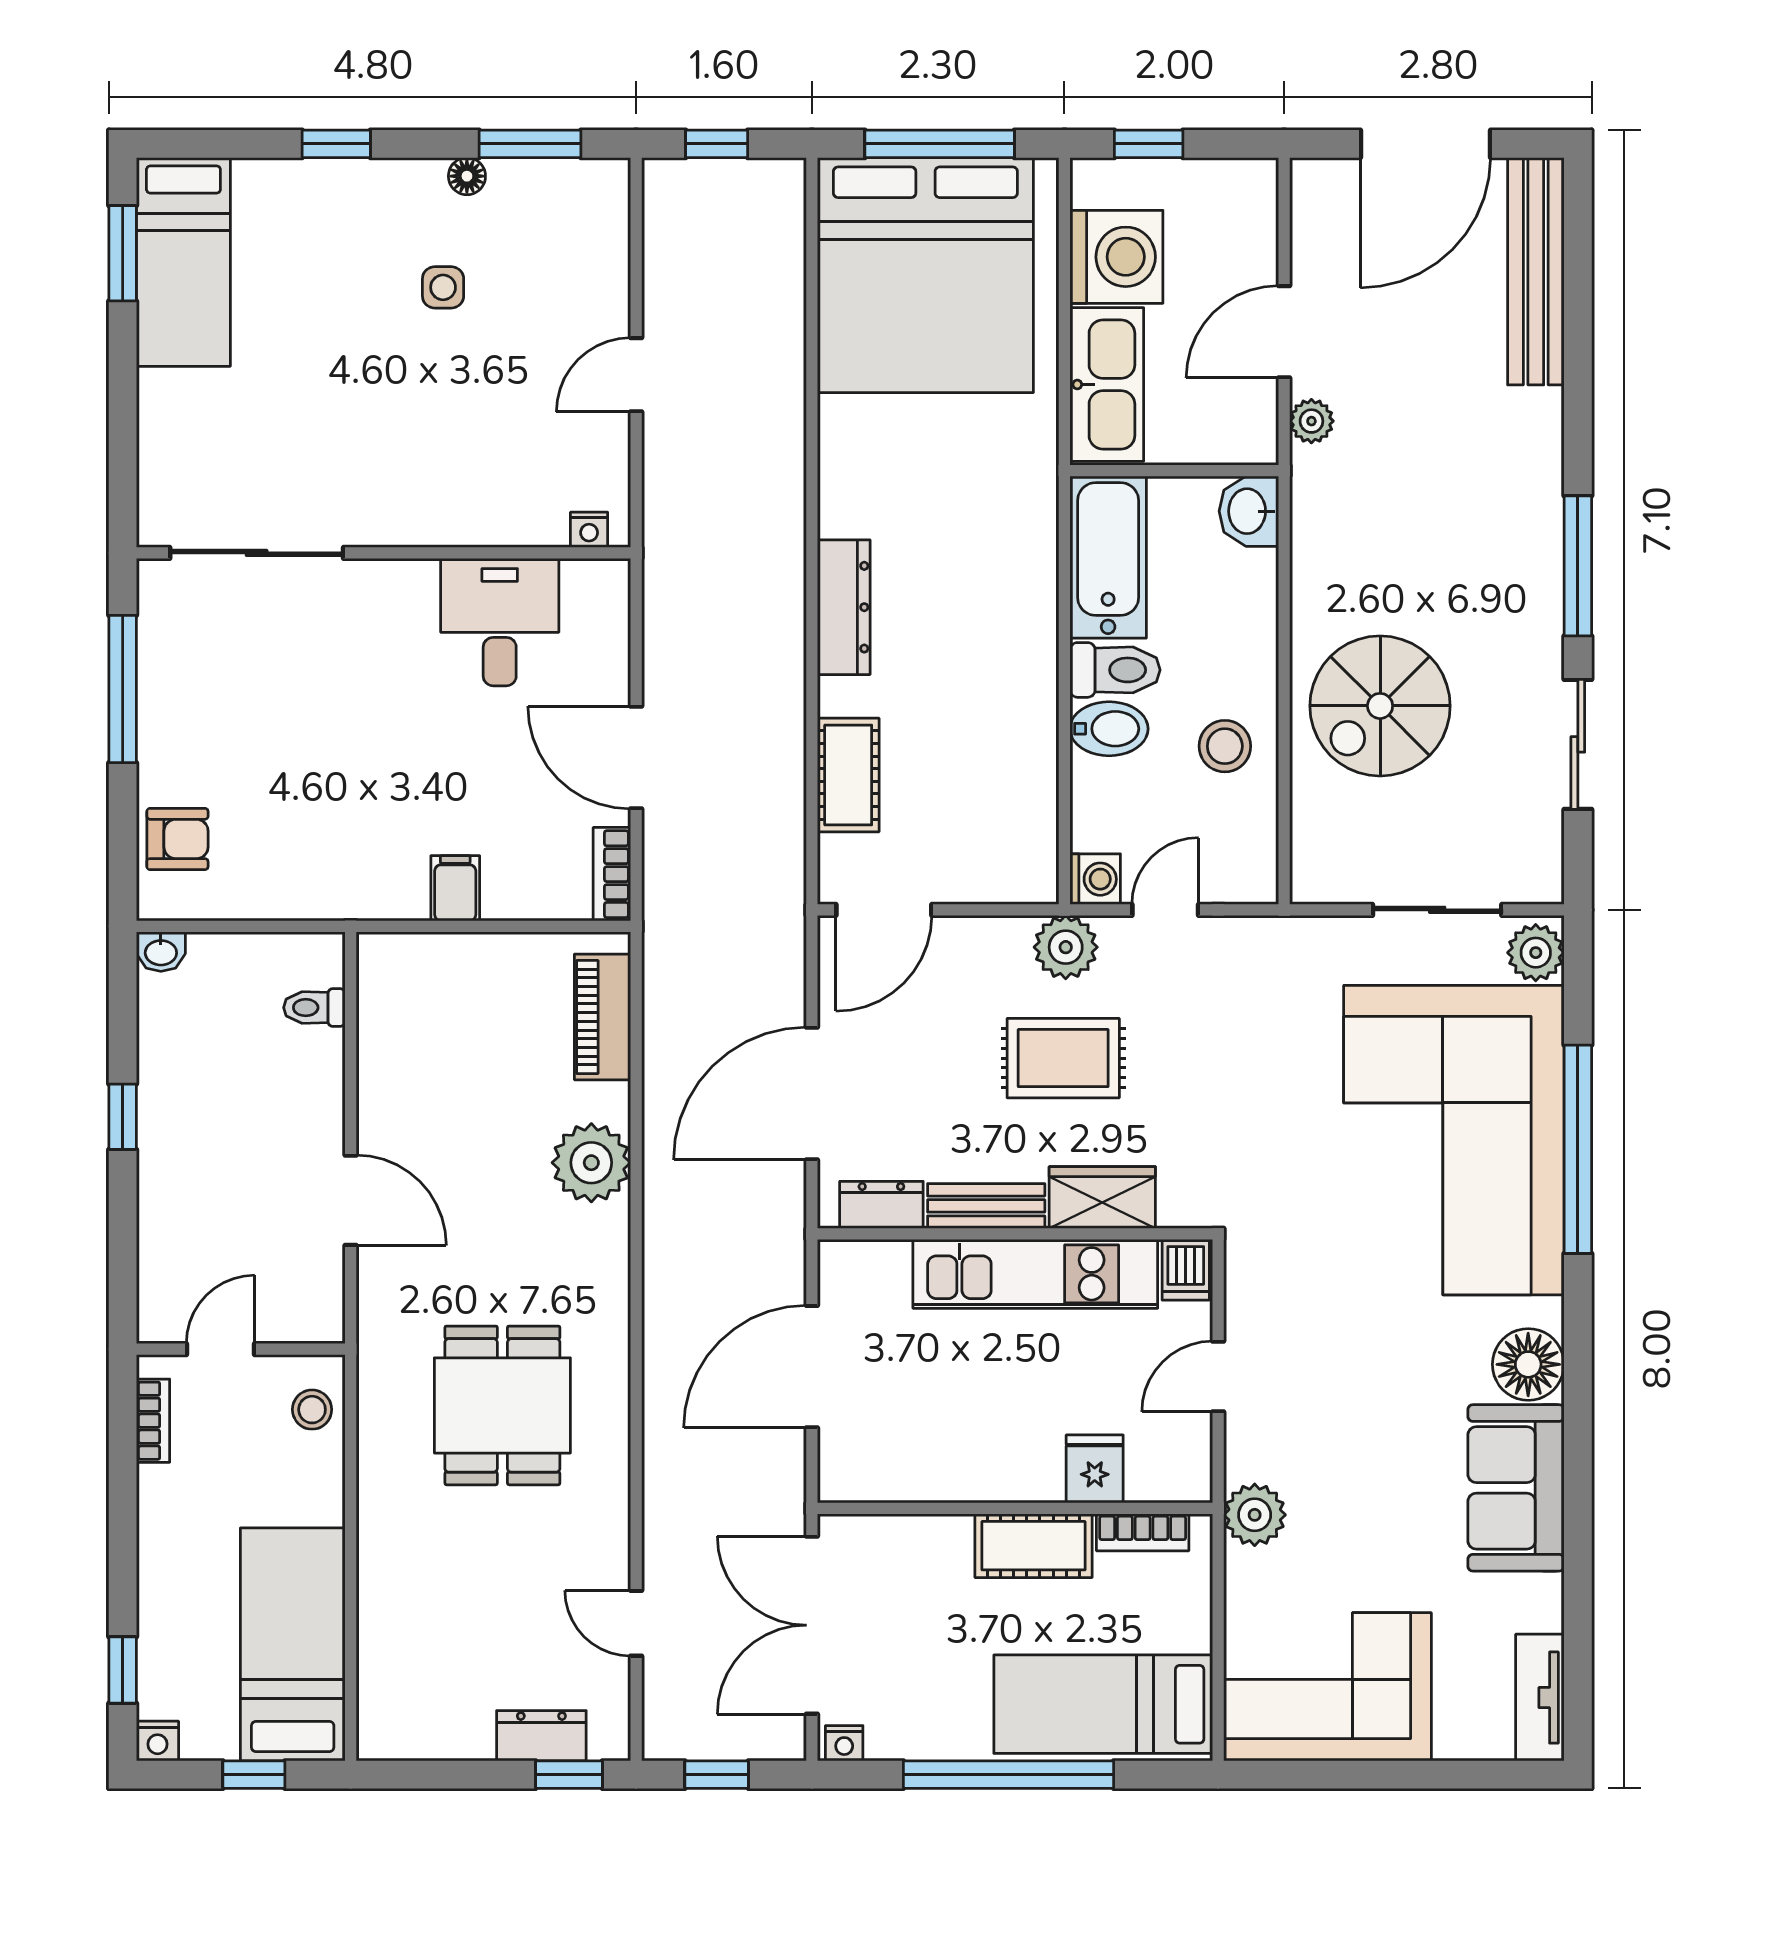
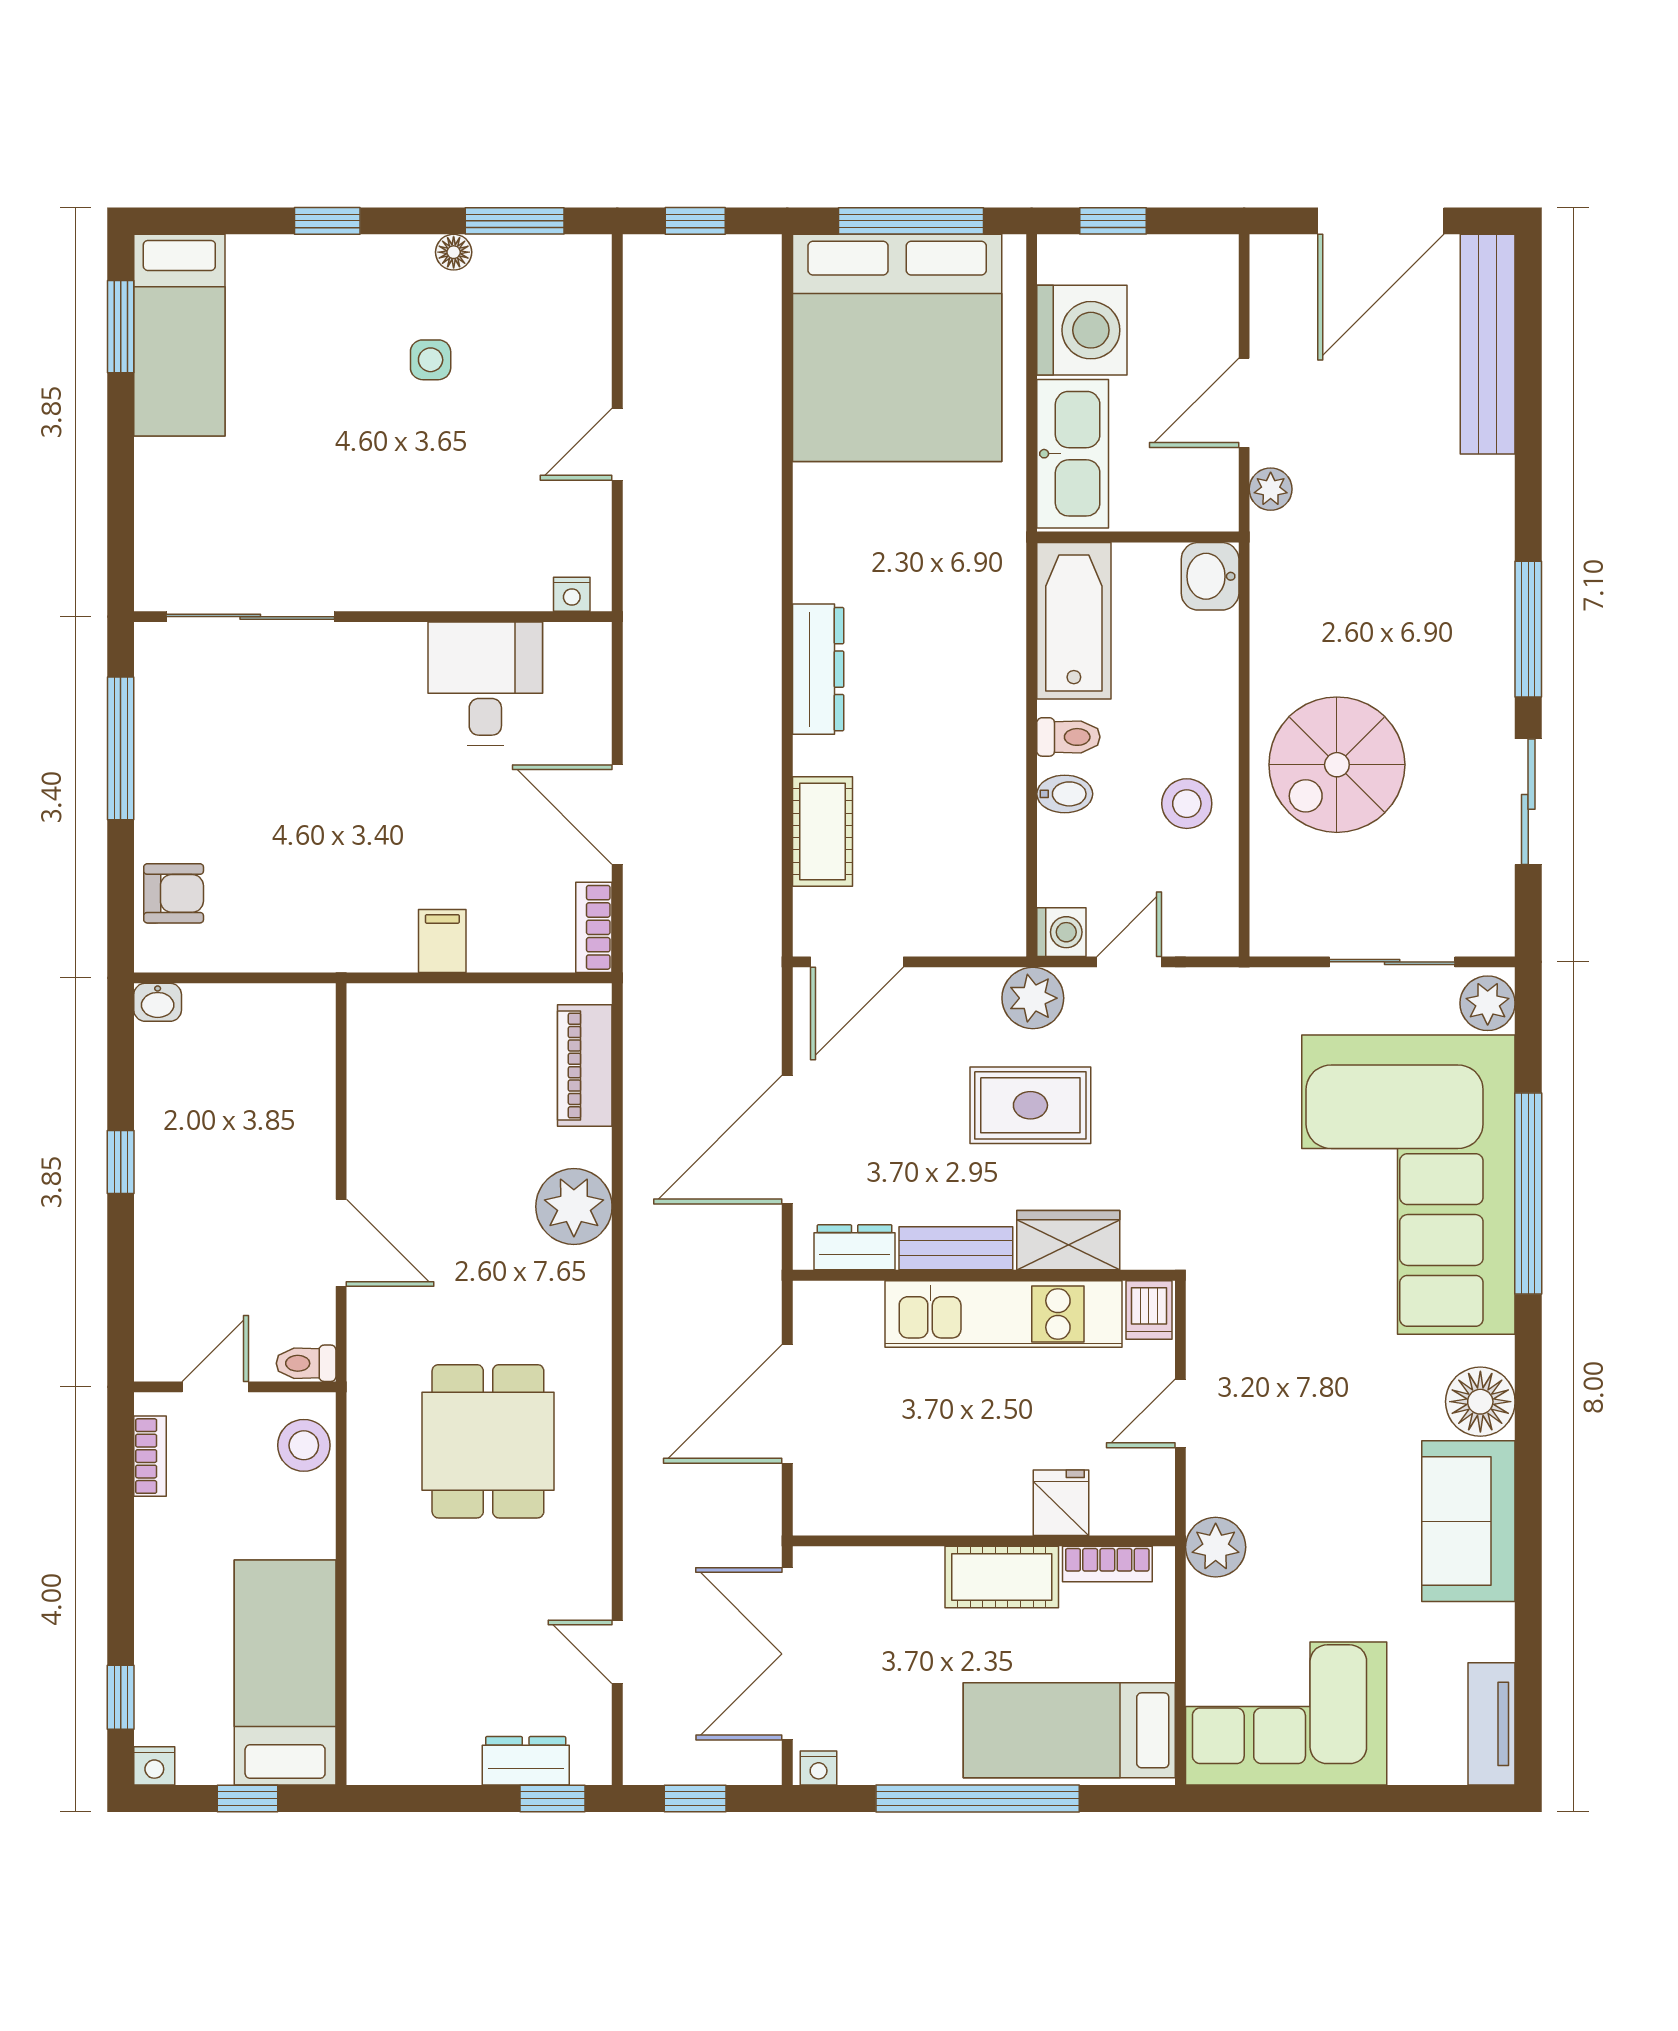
toilet: (1115, 670) -> (1068, 737), width x0.73, depth x0.72
bidet: (1109, 729) -> (1065, 794), width x0.72, depth x0.74
toilet: (314, 1008) -> (306, 1363), moved
stool: (312, 1410) -> (304, 1445), width x1.37, depth x1.37

